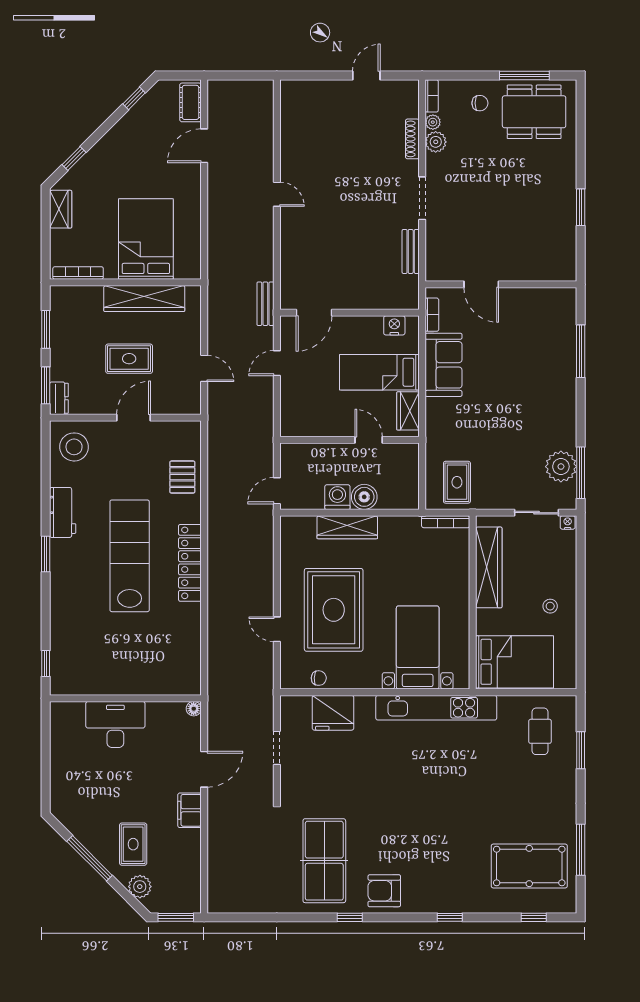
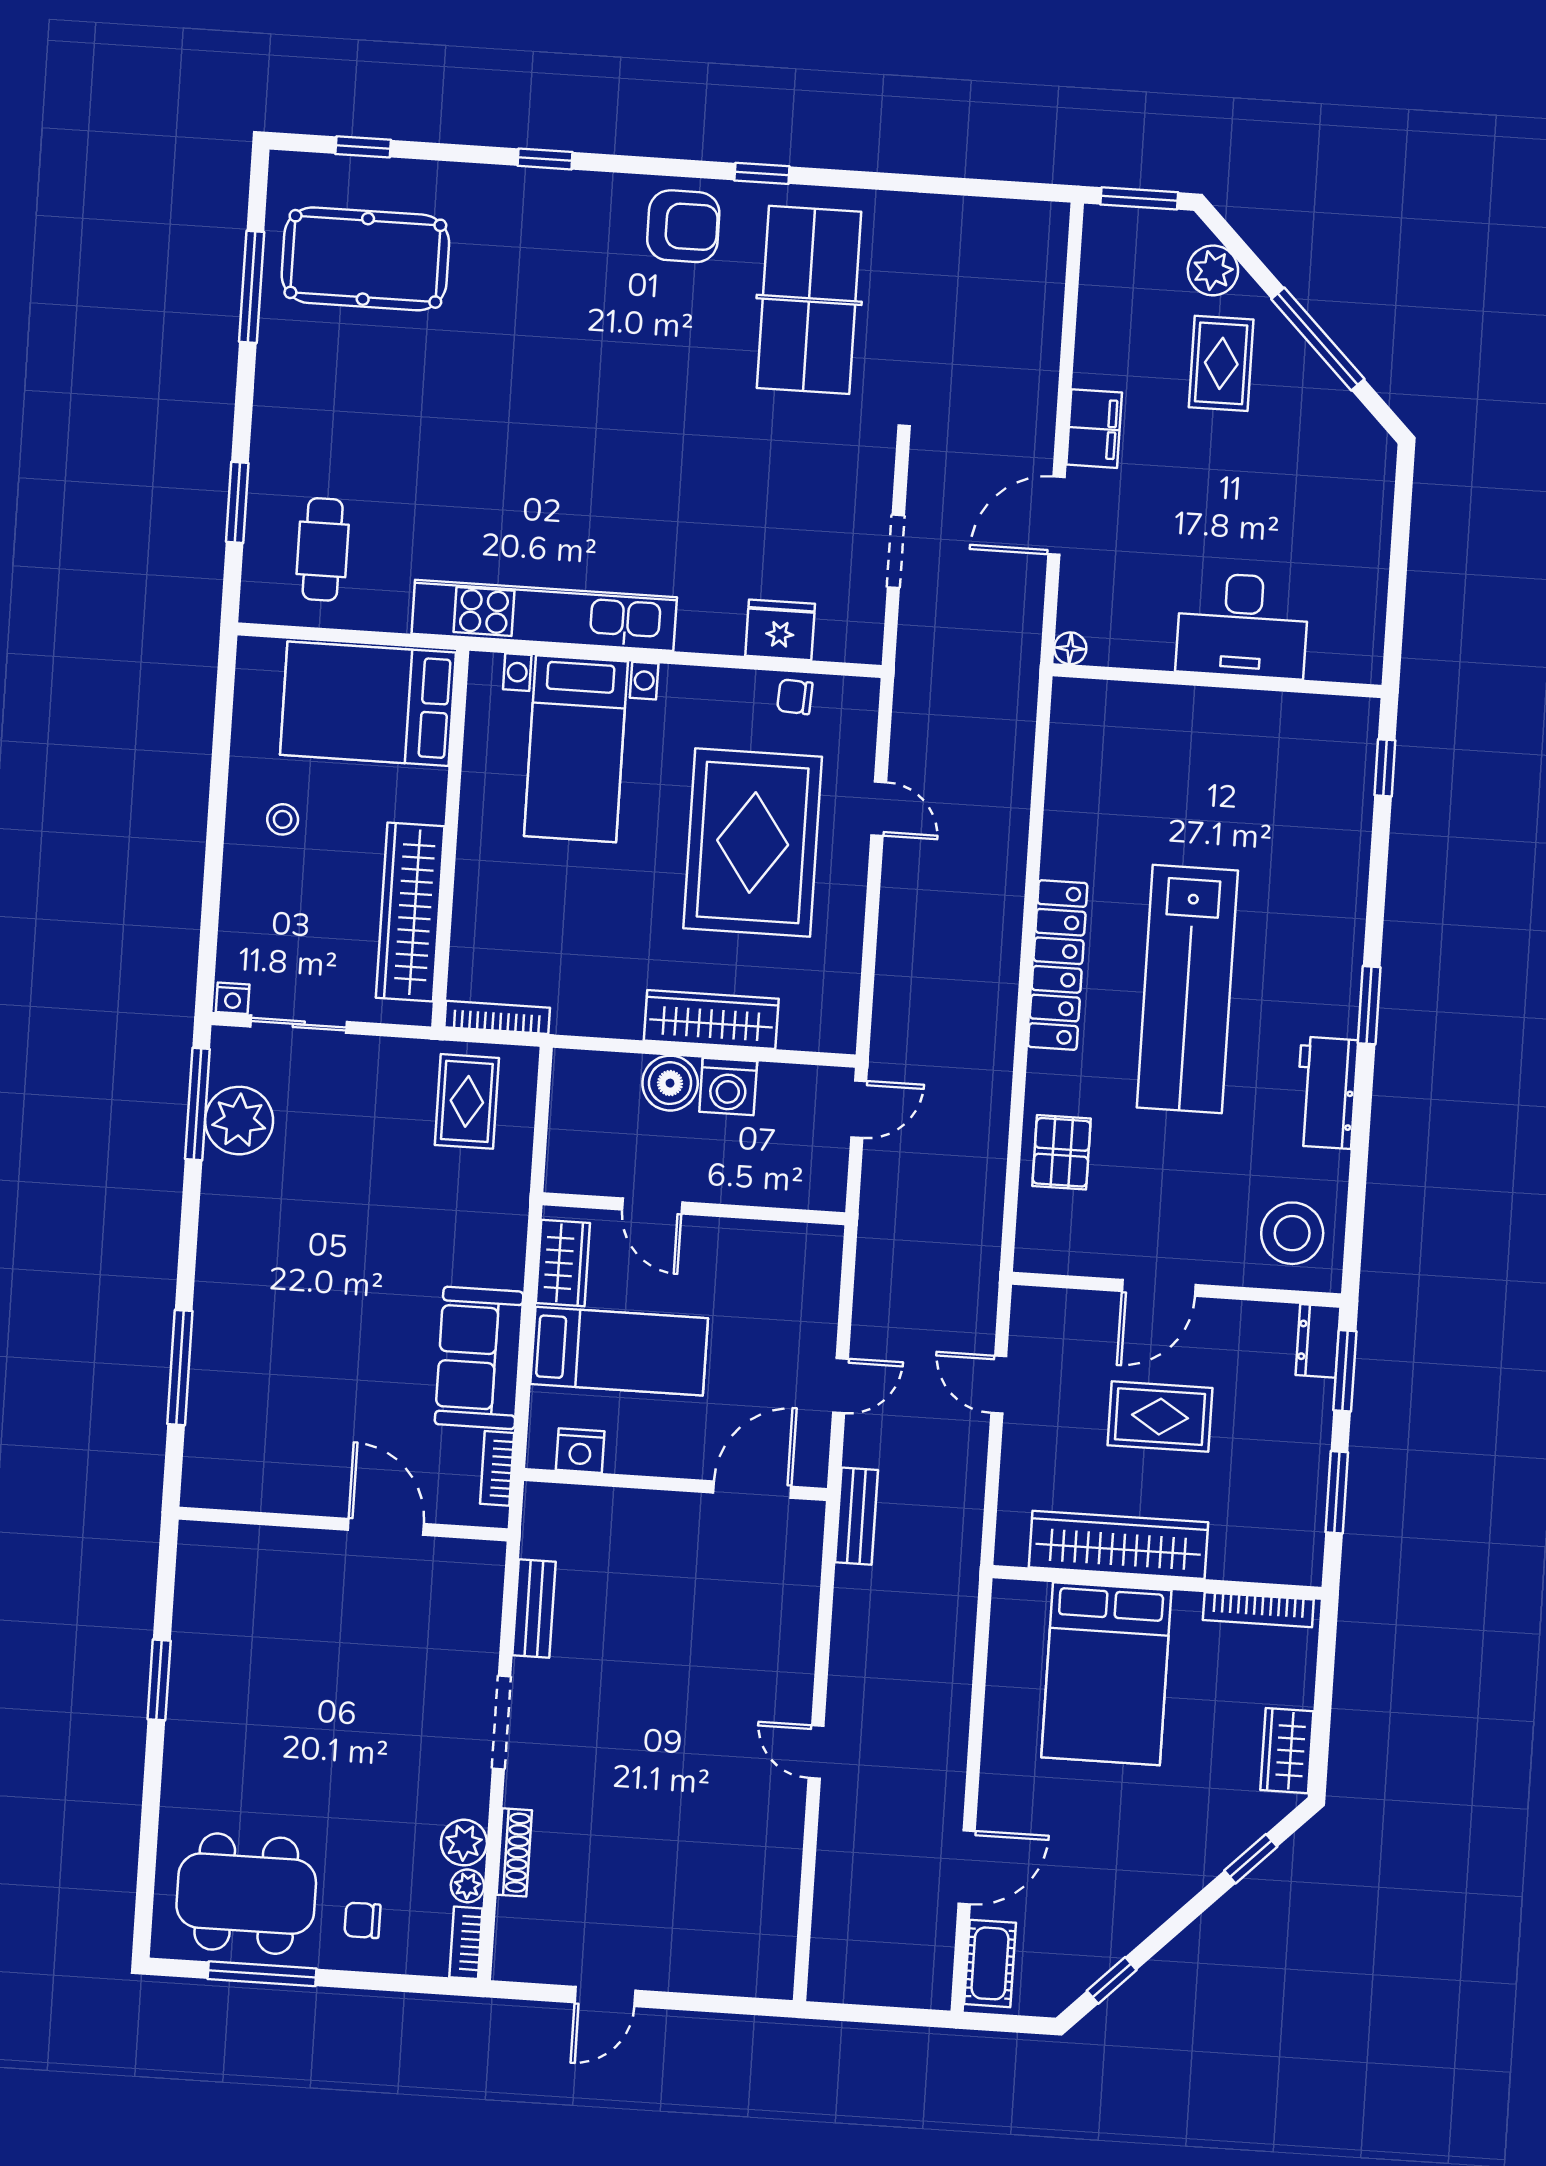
fridge: (333, 713) -> (780, 630), width x0.73, depth x0.75

